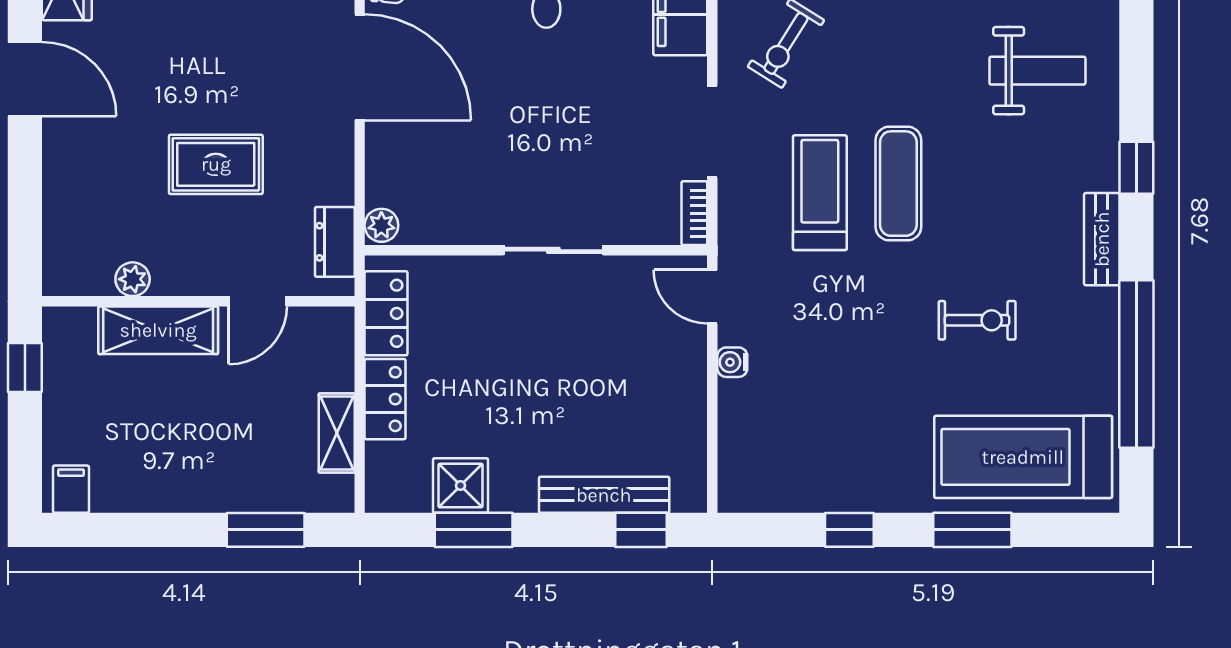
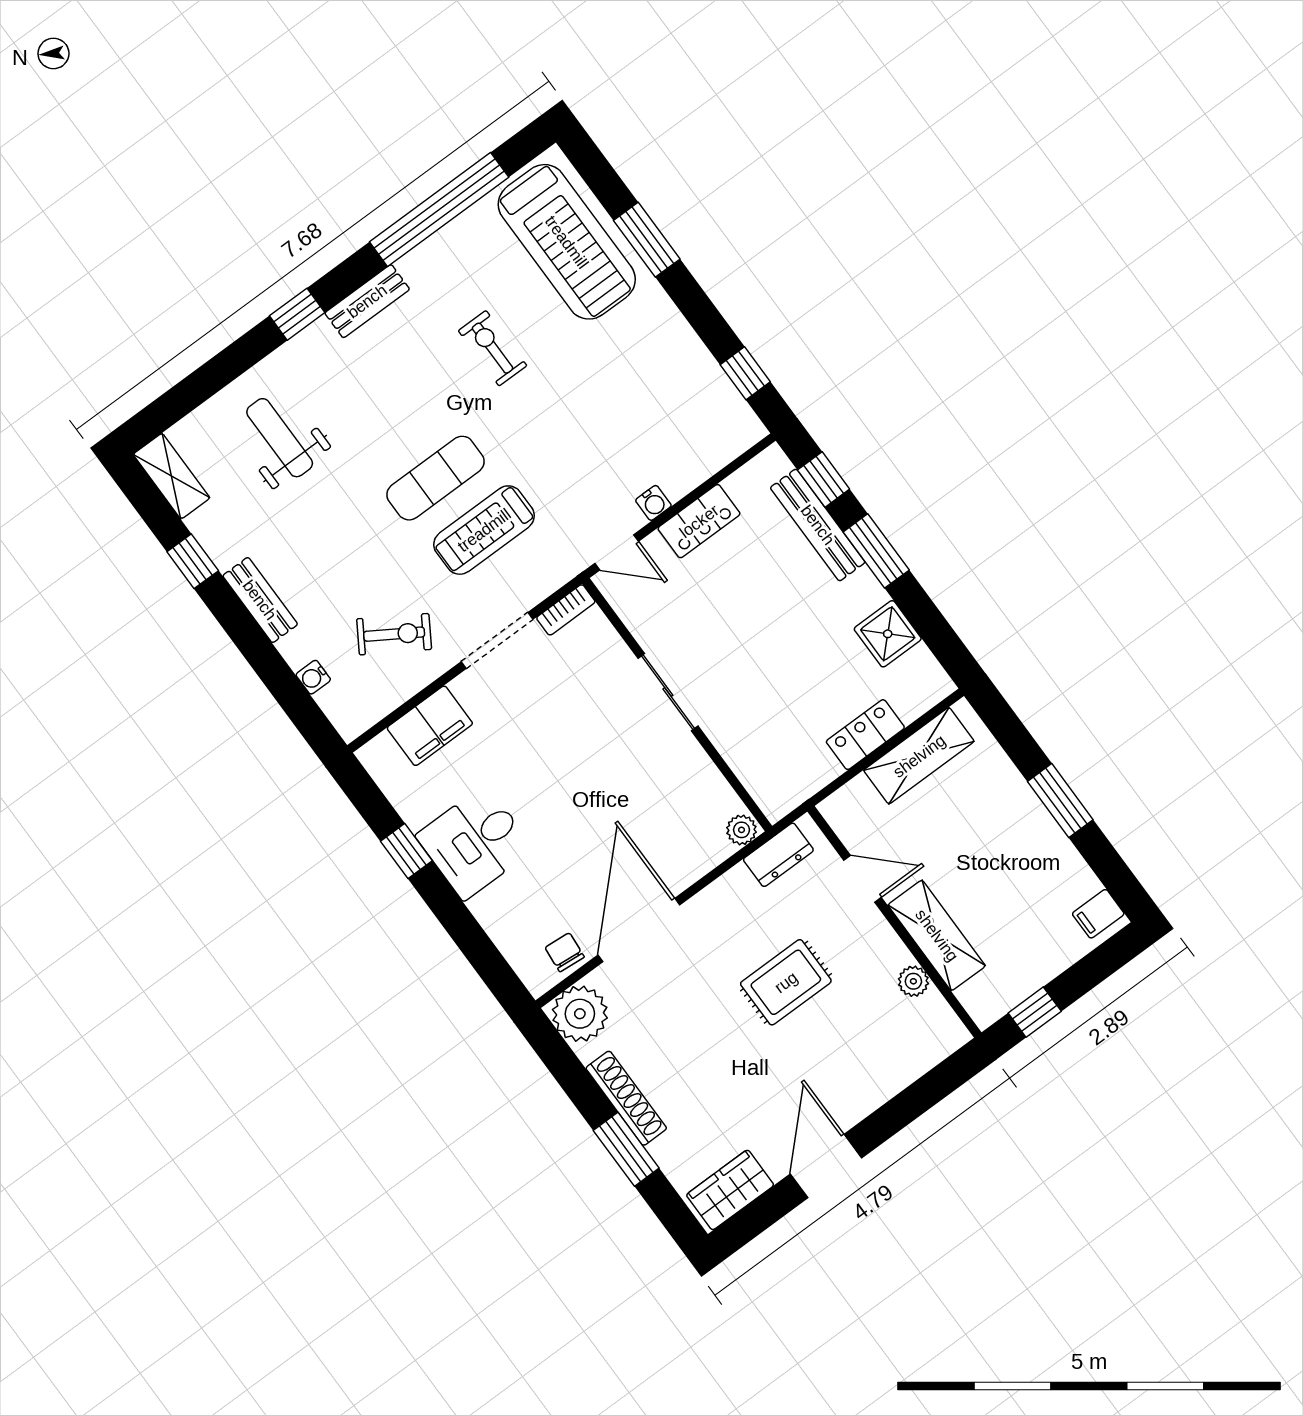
rug: (216, 164) -> (786, 982), turned 90
door: (712, 297) -> (617, 552), hinge flipped
locker: (386, 313) -> (699, 521), moved, turned 180
shelving: (337, 433) -> (919, 756), width x1.50, depth x1.33
window: (266, 530) -> (1060, 801), moved
window: (474, 530) -> (876, 551), moved
window: (849, 530) -> (745, 373), moved

